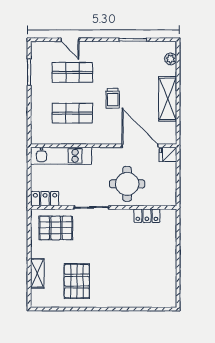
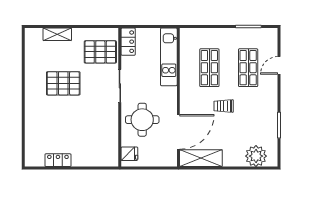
plant: (171, 59) -> (256, 156), width x1.87, depth x1.87
shelving: (168, 99) -> (201, 158), moved
fridge: (168, 154) -> (129, 154), moved, turned 90
locker: (147, 216) -> (58, 160), moved, turned 90
pallet: (56, 228) -> (100, 52), turned 90
pallet: (77, 281) -> (63, 83), moved

